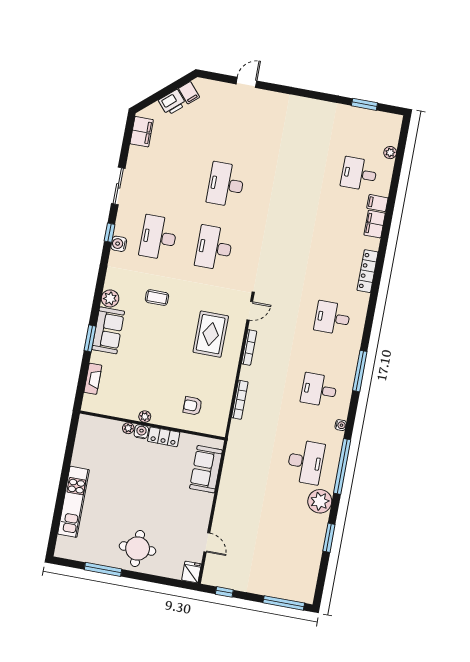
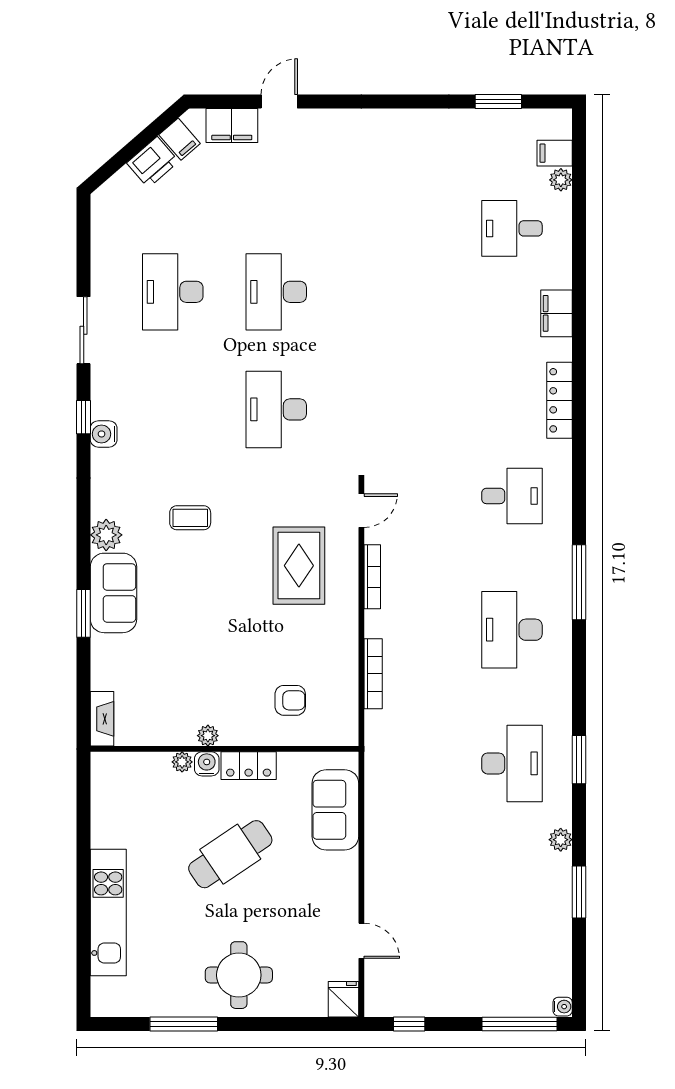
filing cabinet: (142, 132) -> (232, 126), moved, turned 90
filing cabinet: (377, 203) -> (555, 153), moved
desk: (158, 237) -> (173, 292), moved
desk: (332, 318) -> (512, 496), turned 180
fireplace: (93, 379) -> (102, 719), moved
desk: (319, 390) -> (512, 630), width x1.37
armchair: (193, 406) -> (290, 700), turned 180
water cooler: (341, 425) -> (563, 1007), moved
window: (342, 466) -> (579, 760), width x0.47
cafe table: (145, 483) -> (230, 854), added
plant: (320, 501) -> (561, 840), width x0.53, depth x0.53

